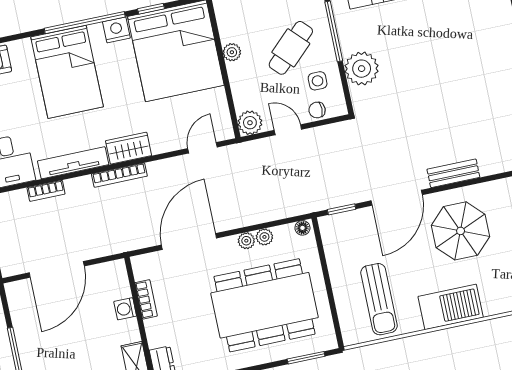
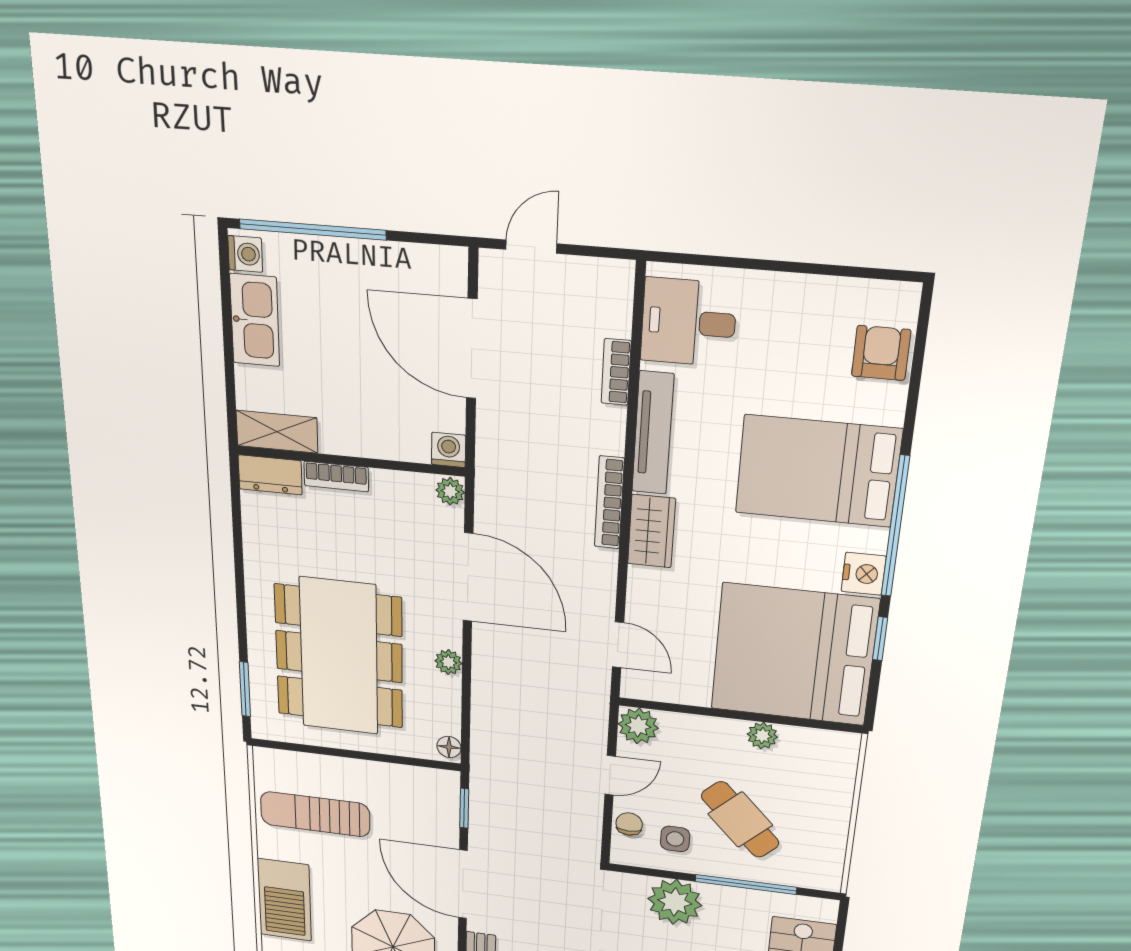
plant: (264, 237) -> (450, 491), moved
bookcase: (146, 299) -> (336, 477), moved
washing machine: (125, 309) -> (449, 450), moved

